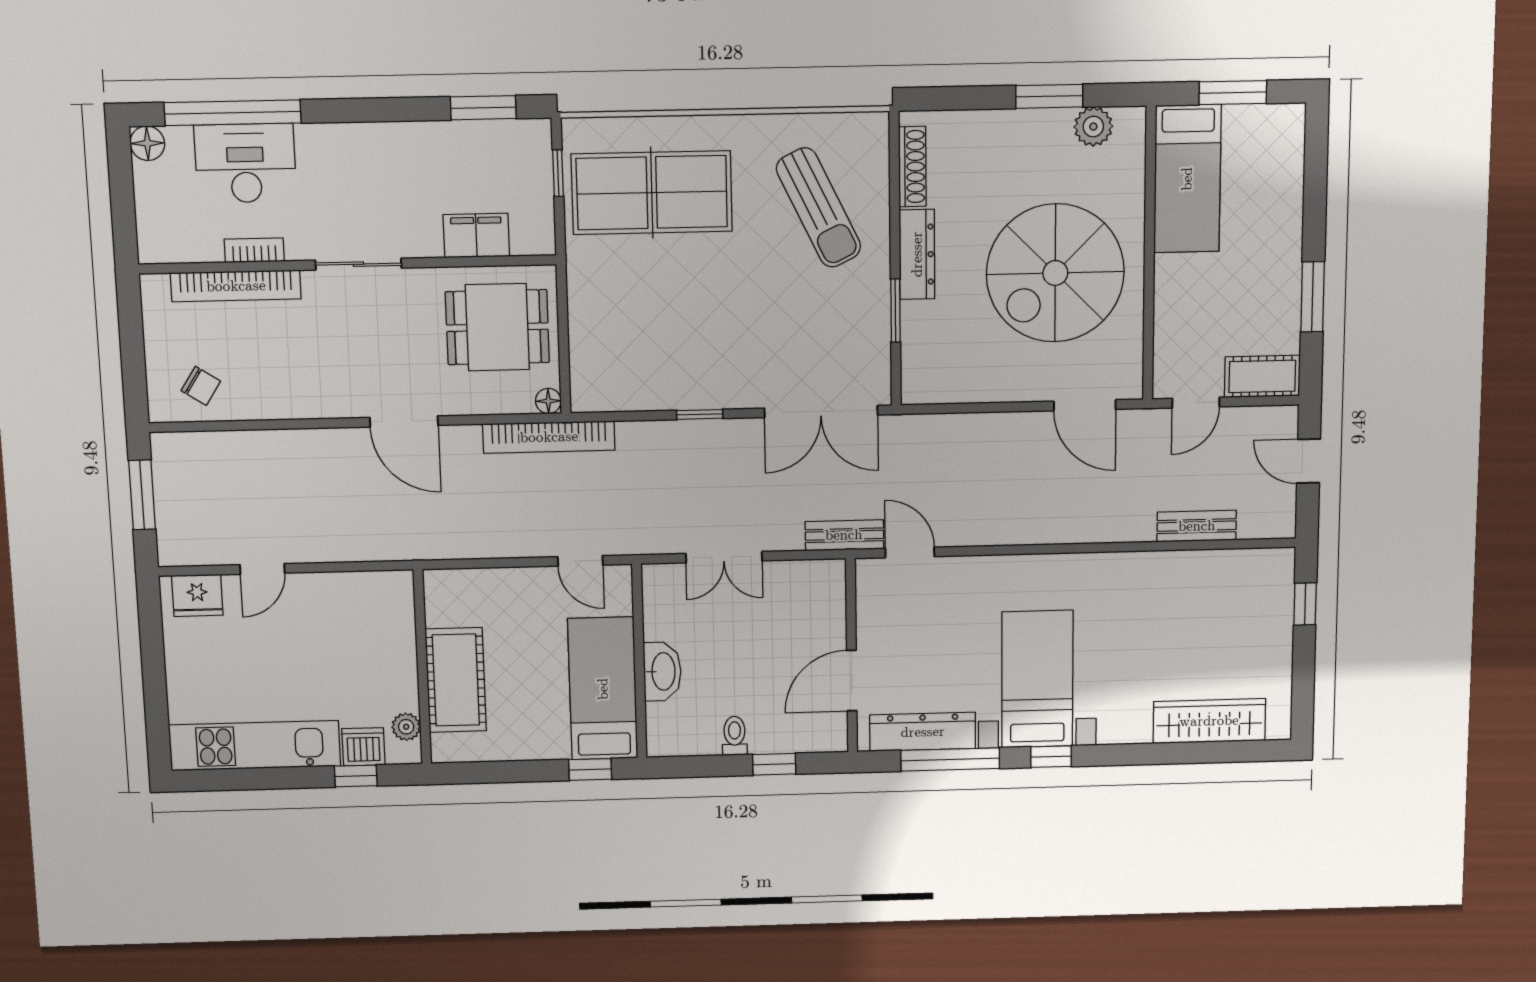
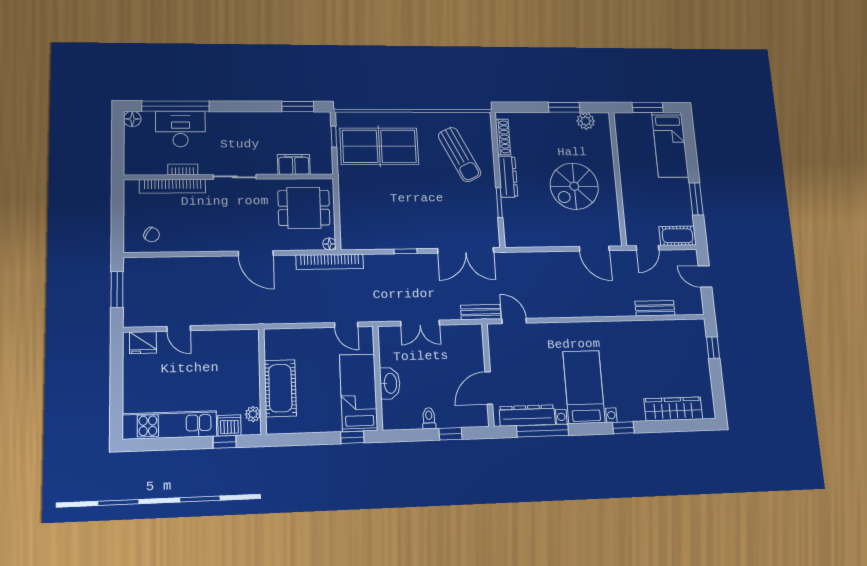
bed: (1187, 179) -> (670, 145), moved
spiral stairs: (1055, 273) -> (574, 186), width x0.73, depth x0.73
door: (262, 569) -> (179, 328), hinge flipped
window: (1051, 757) -> (623, 428), moved

